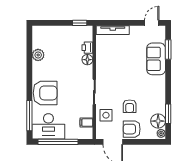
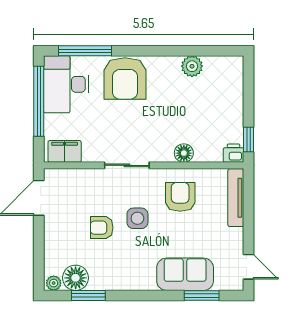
printer: (87, 48) -> (234, 153), moved
side table: (106, 115) -> (137, 218), moved
filing cabinet: (86, 123) -> (65, 151), width x2.00
armchair: (132, 129) -> (180, 197), moved

